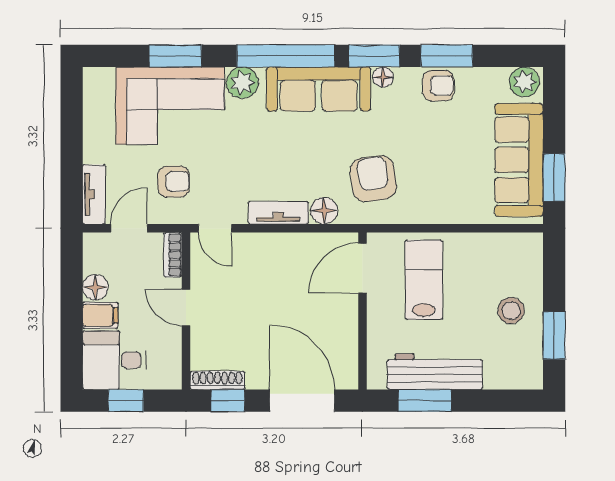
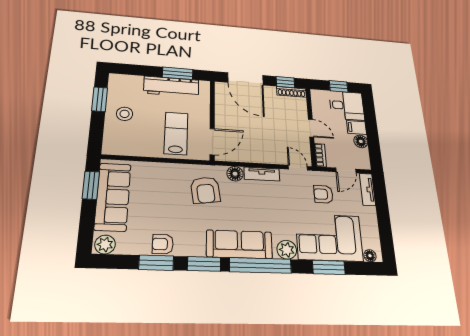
floor lamp: (383, 77) -> (370, 256), moved
lab bench: (424, 280) -> (176, 133), turned 180

